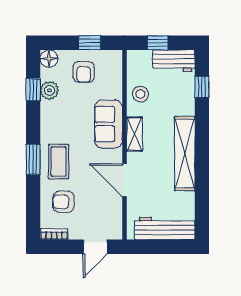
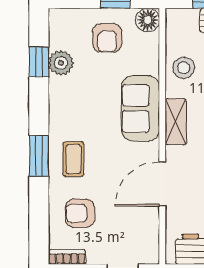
floor lamp: (49, 59) -> (148, 20), moved
coffee table: (59, 162) -> (73, 159), width x0.73, depth x0.77
door: (125, 180) -> (162, 184), hinge flipped

